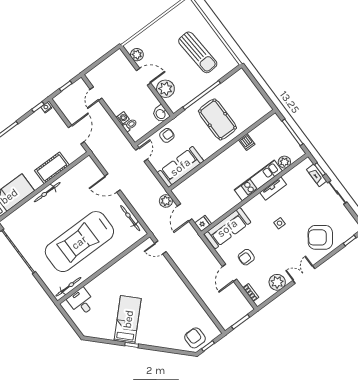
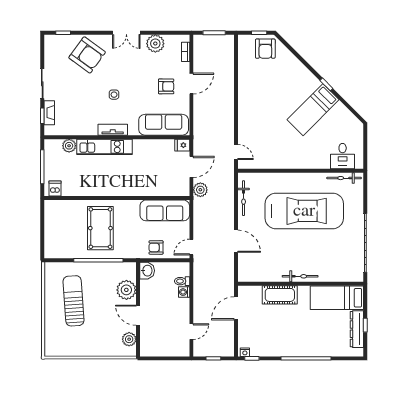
dishwasher: (247, 142) -> (55, 189), moved
tv unit: (273, 188) -> (113, 130), moved

